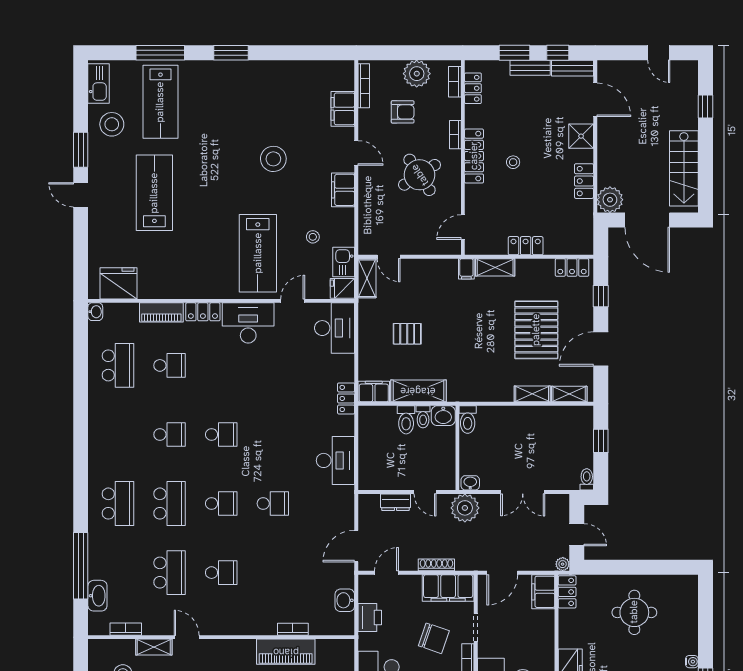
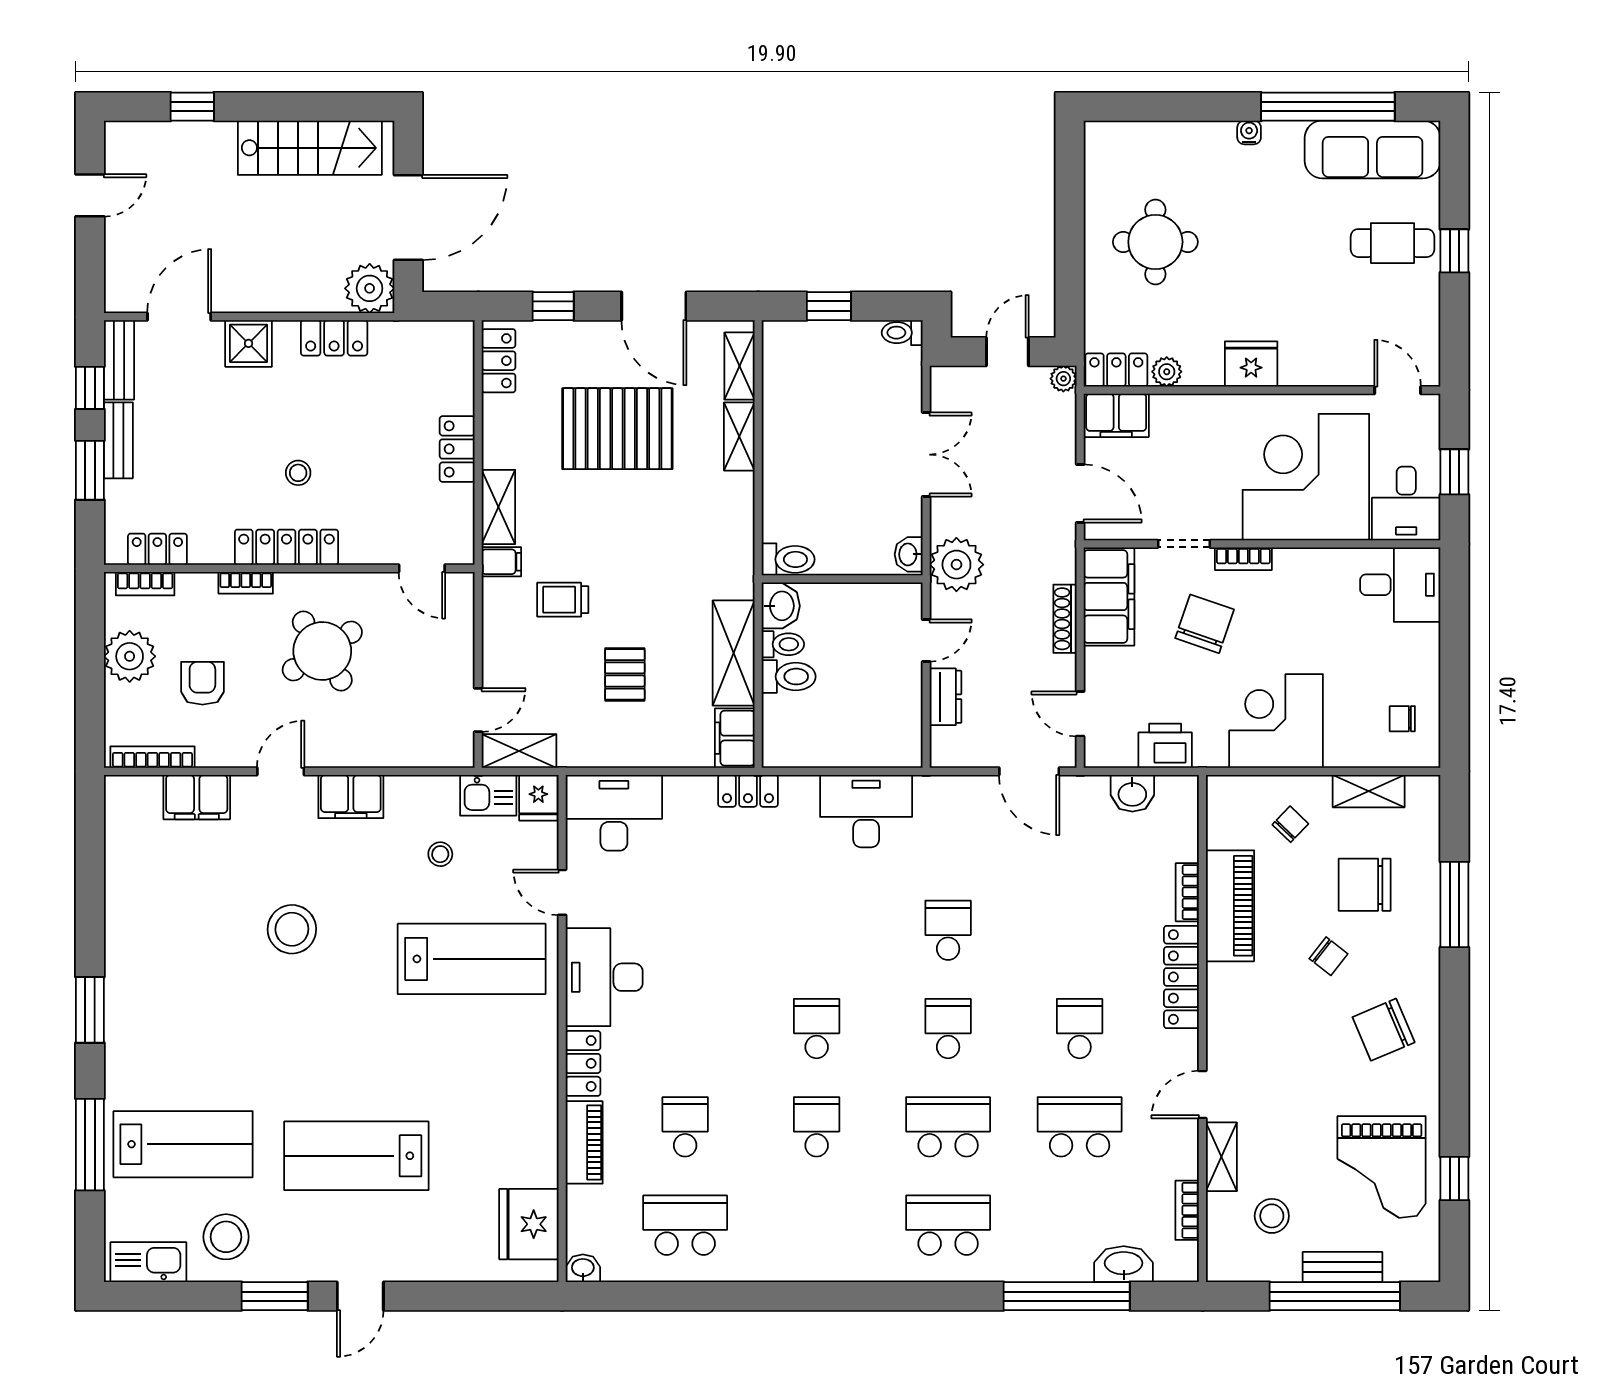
trolley: (446, 301) -> (563, 600), added
plant: (566, 618) -> (1167, 372), added
locker: (248, 626) -> (1181, 977), added

